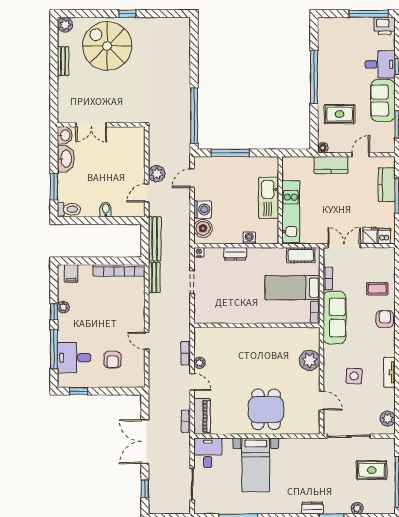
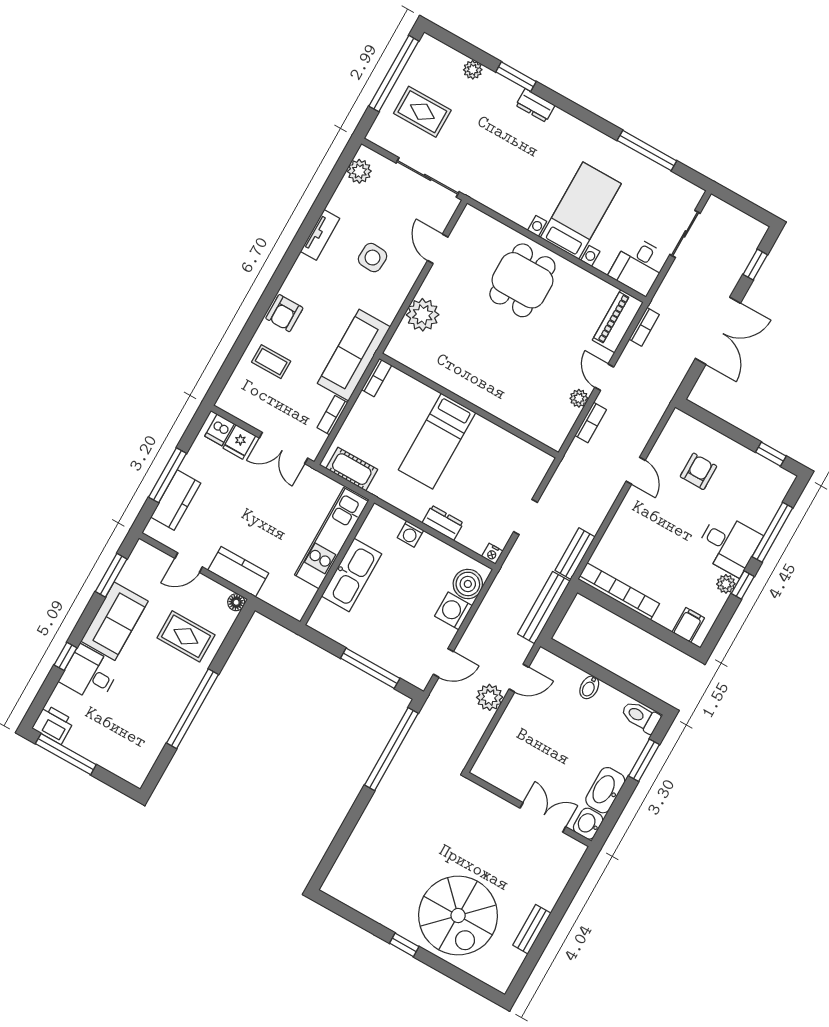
plant: (65, 25) -> (500, 979), removed
bed: (292, 288) -> (437, 441), moved, turned 90
desk: (74, 358) -> (729, 544), moved

